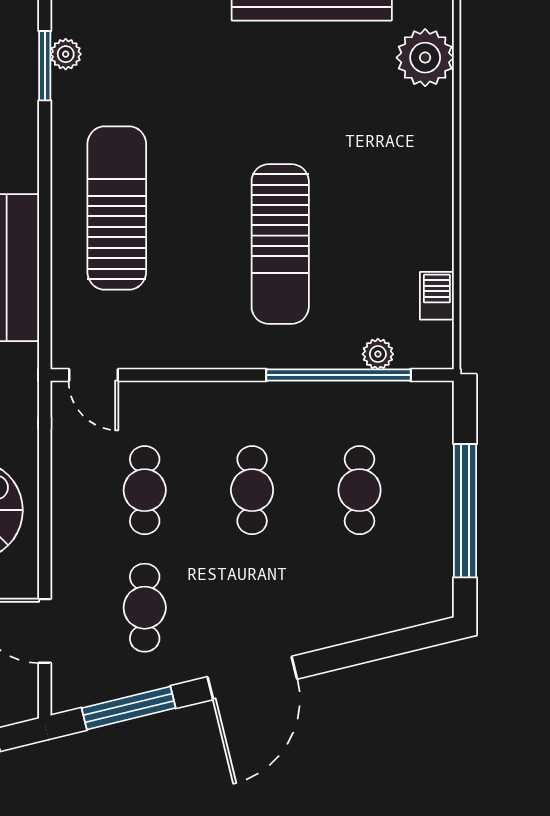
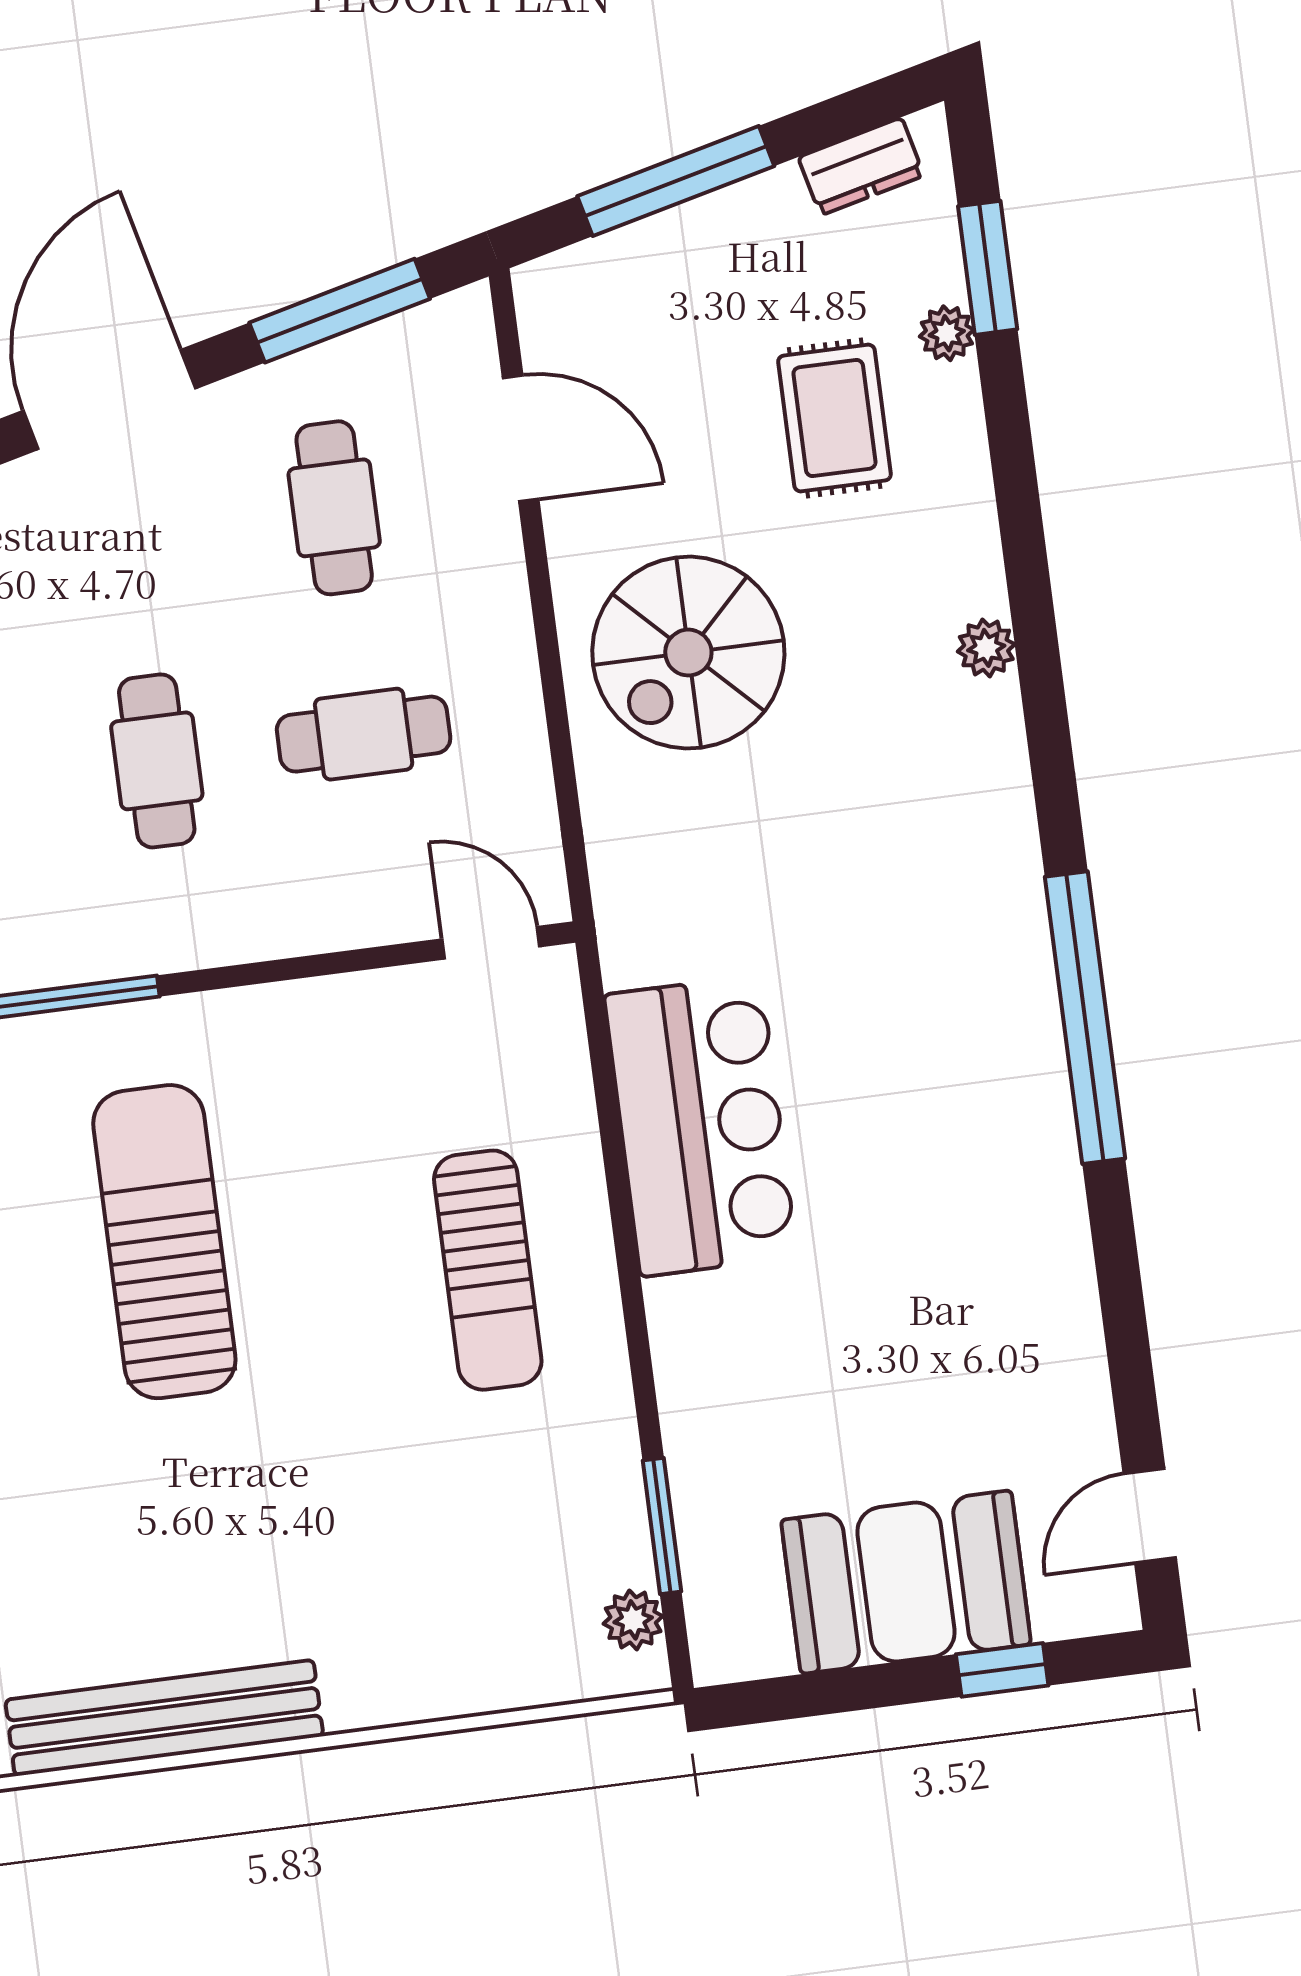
plant: (66, 54) -> (633, 1620), moved
sun lounger: (117, 208) -> (488, 1270), width x0.73, depth x0.75
cafe table: (145, 490) -> (364, 734), turned 90

